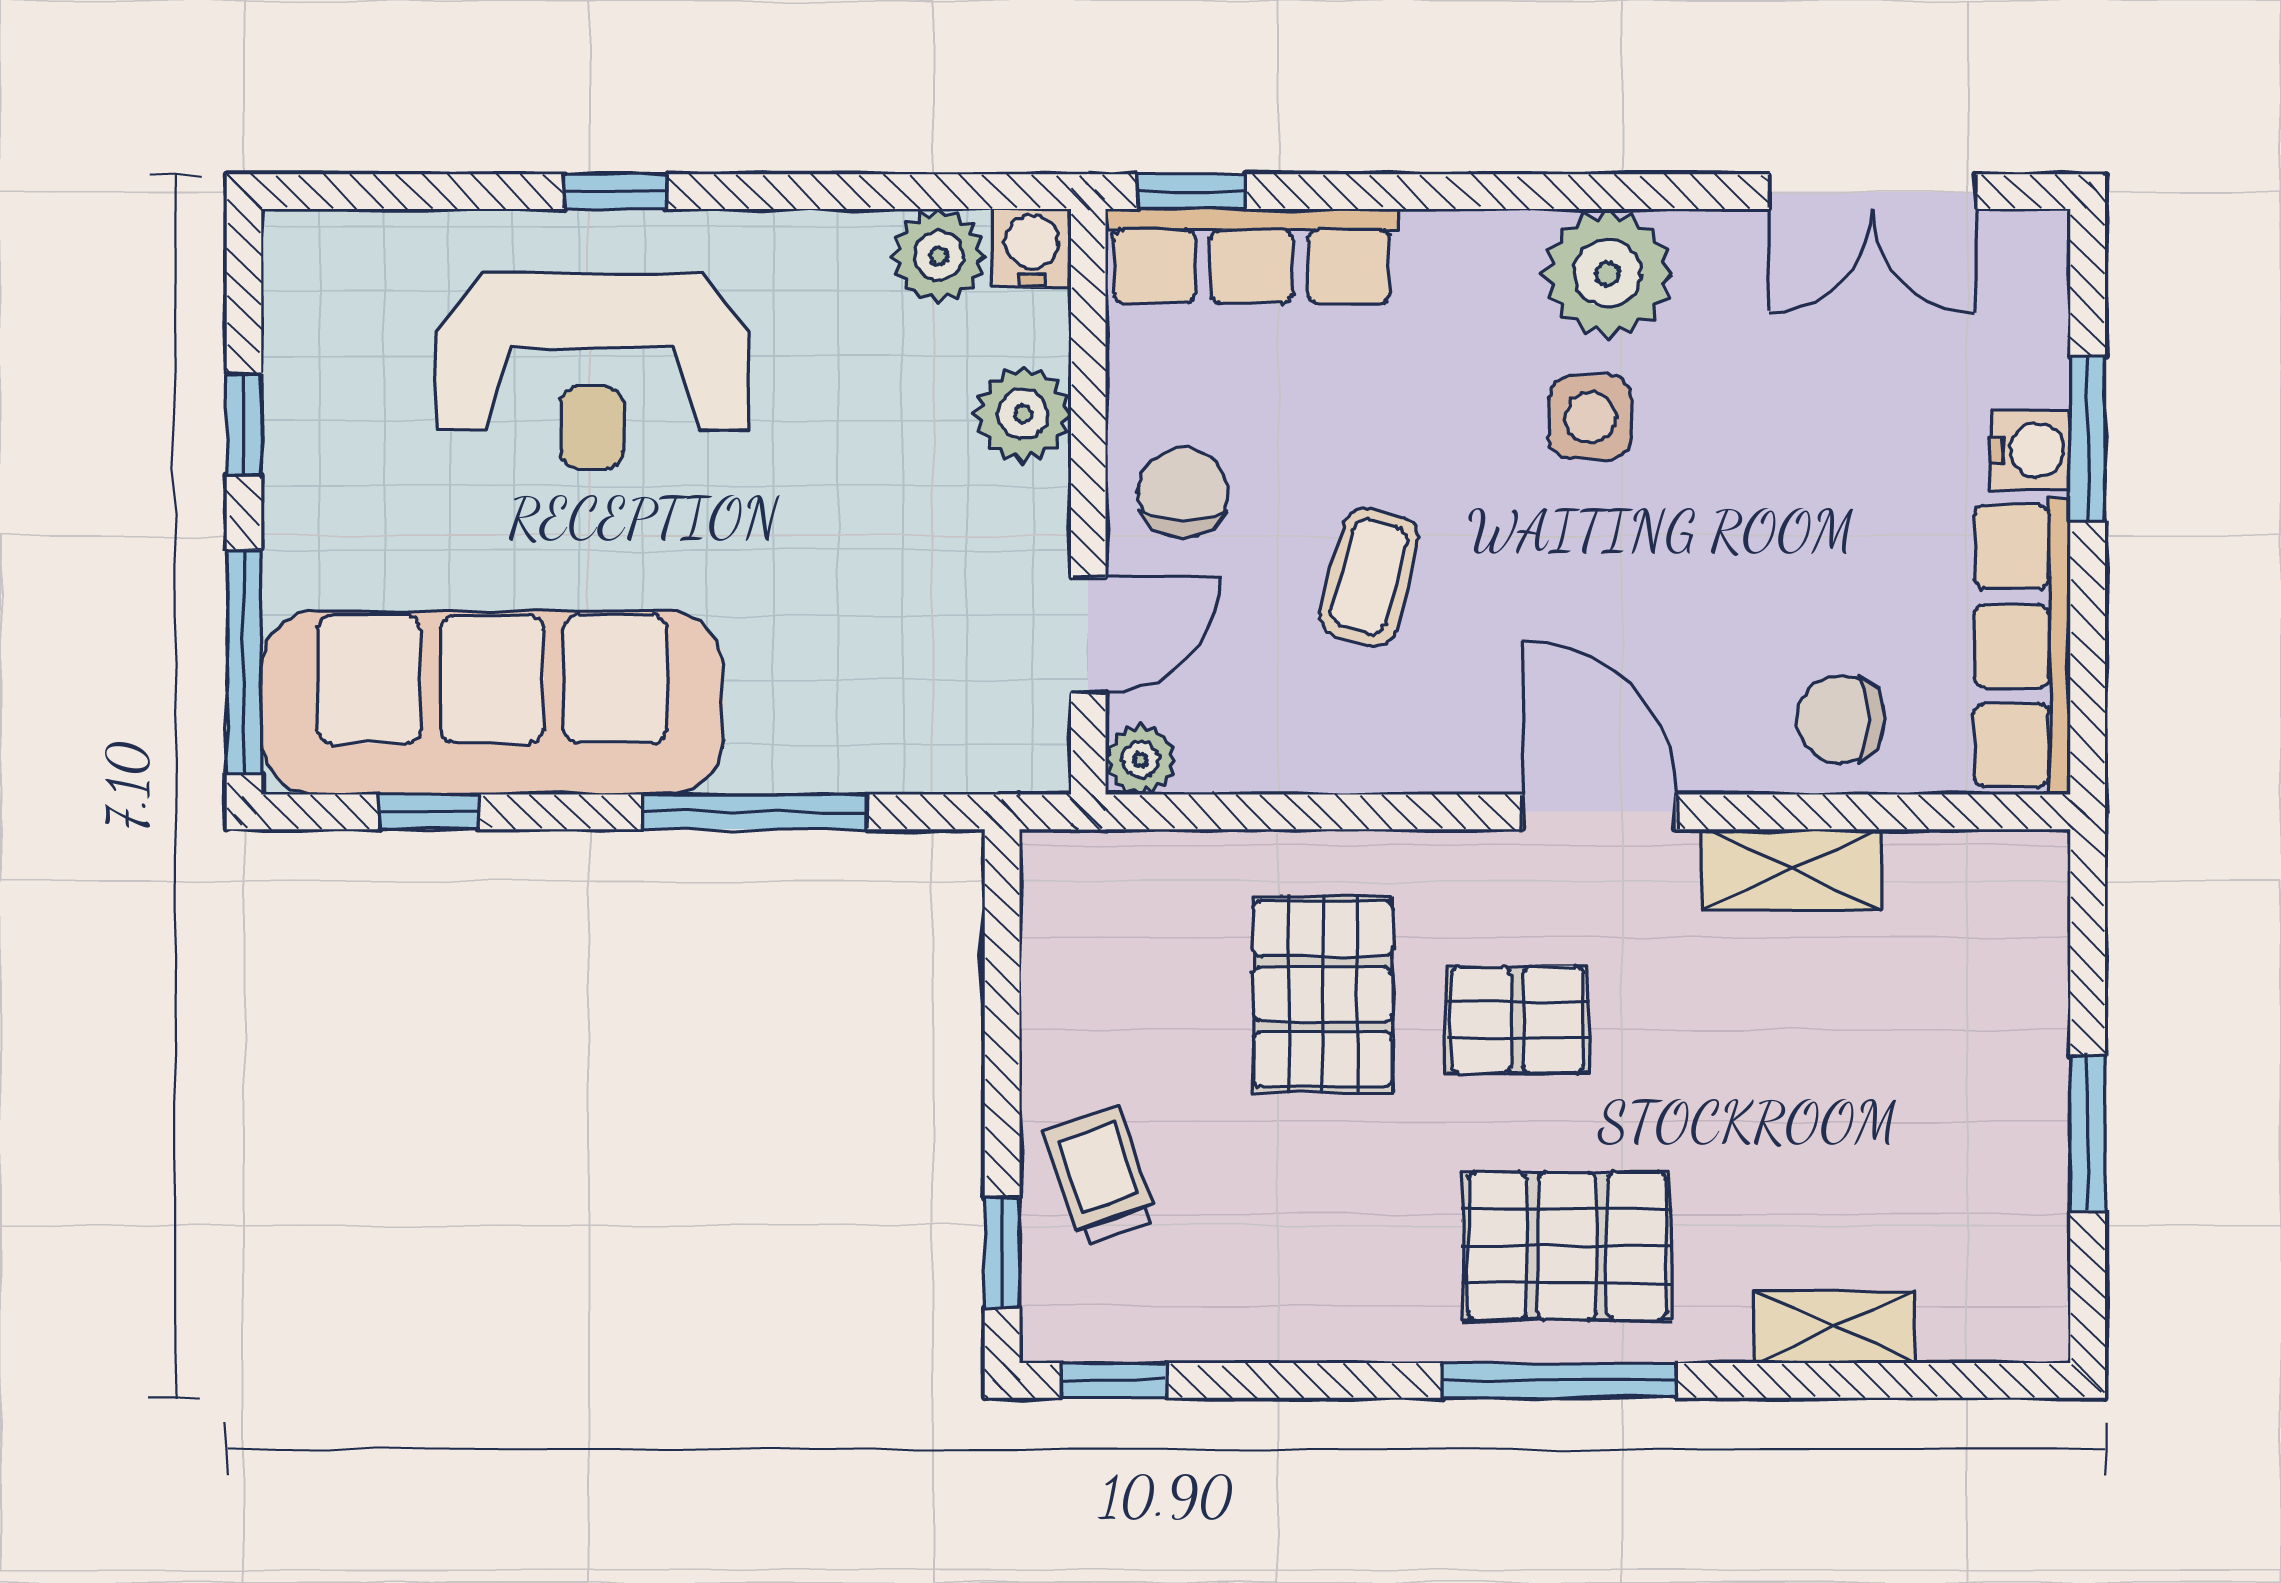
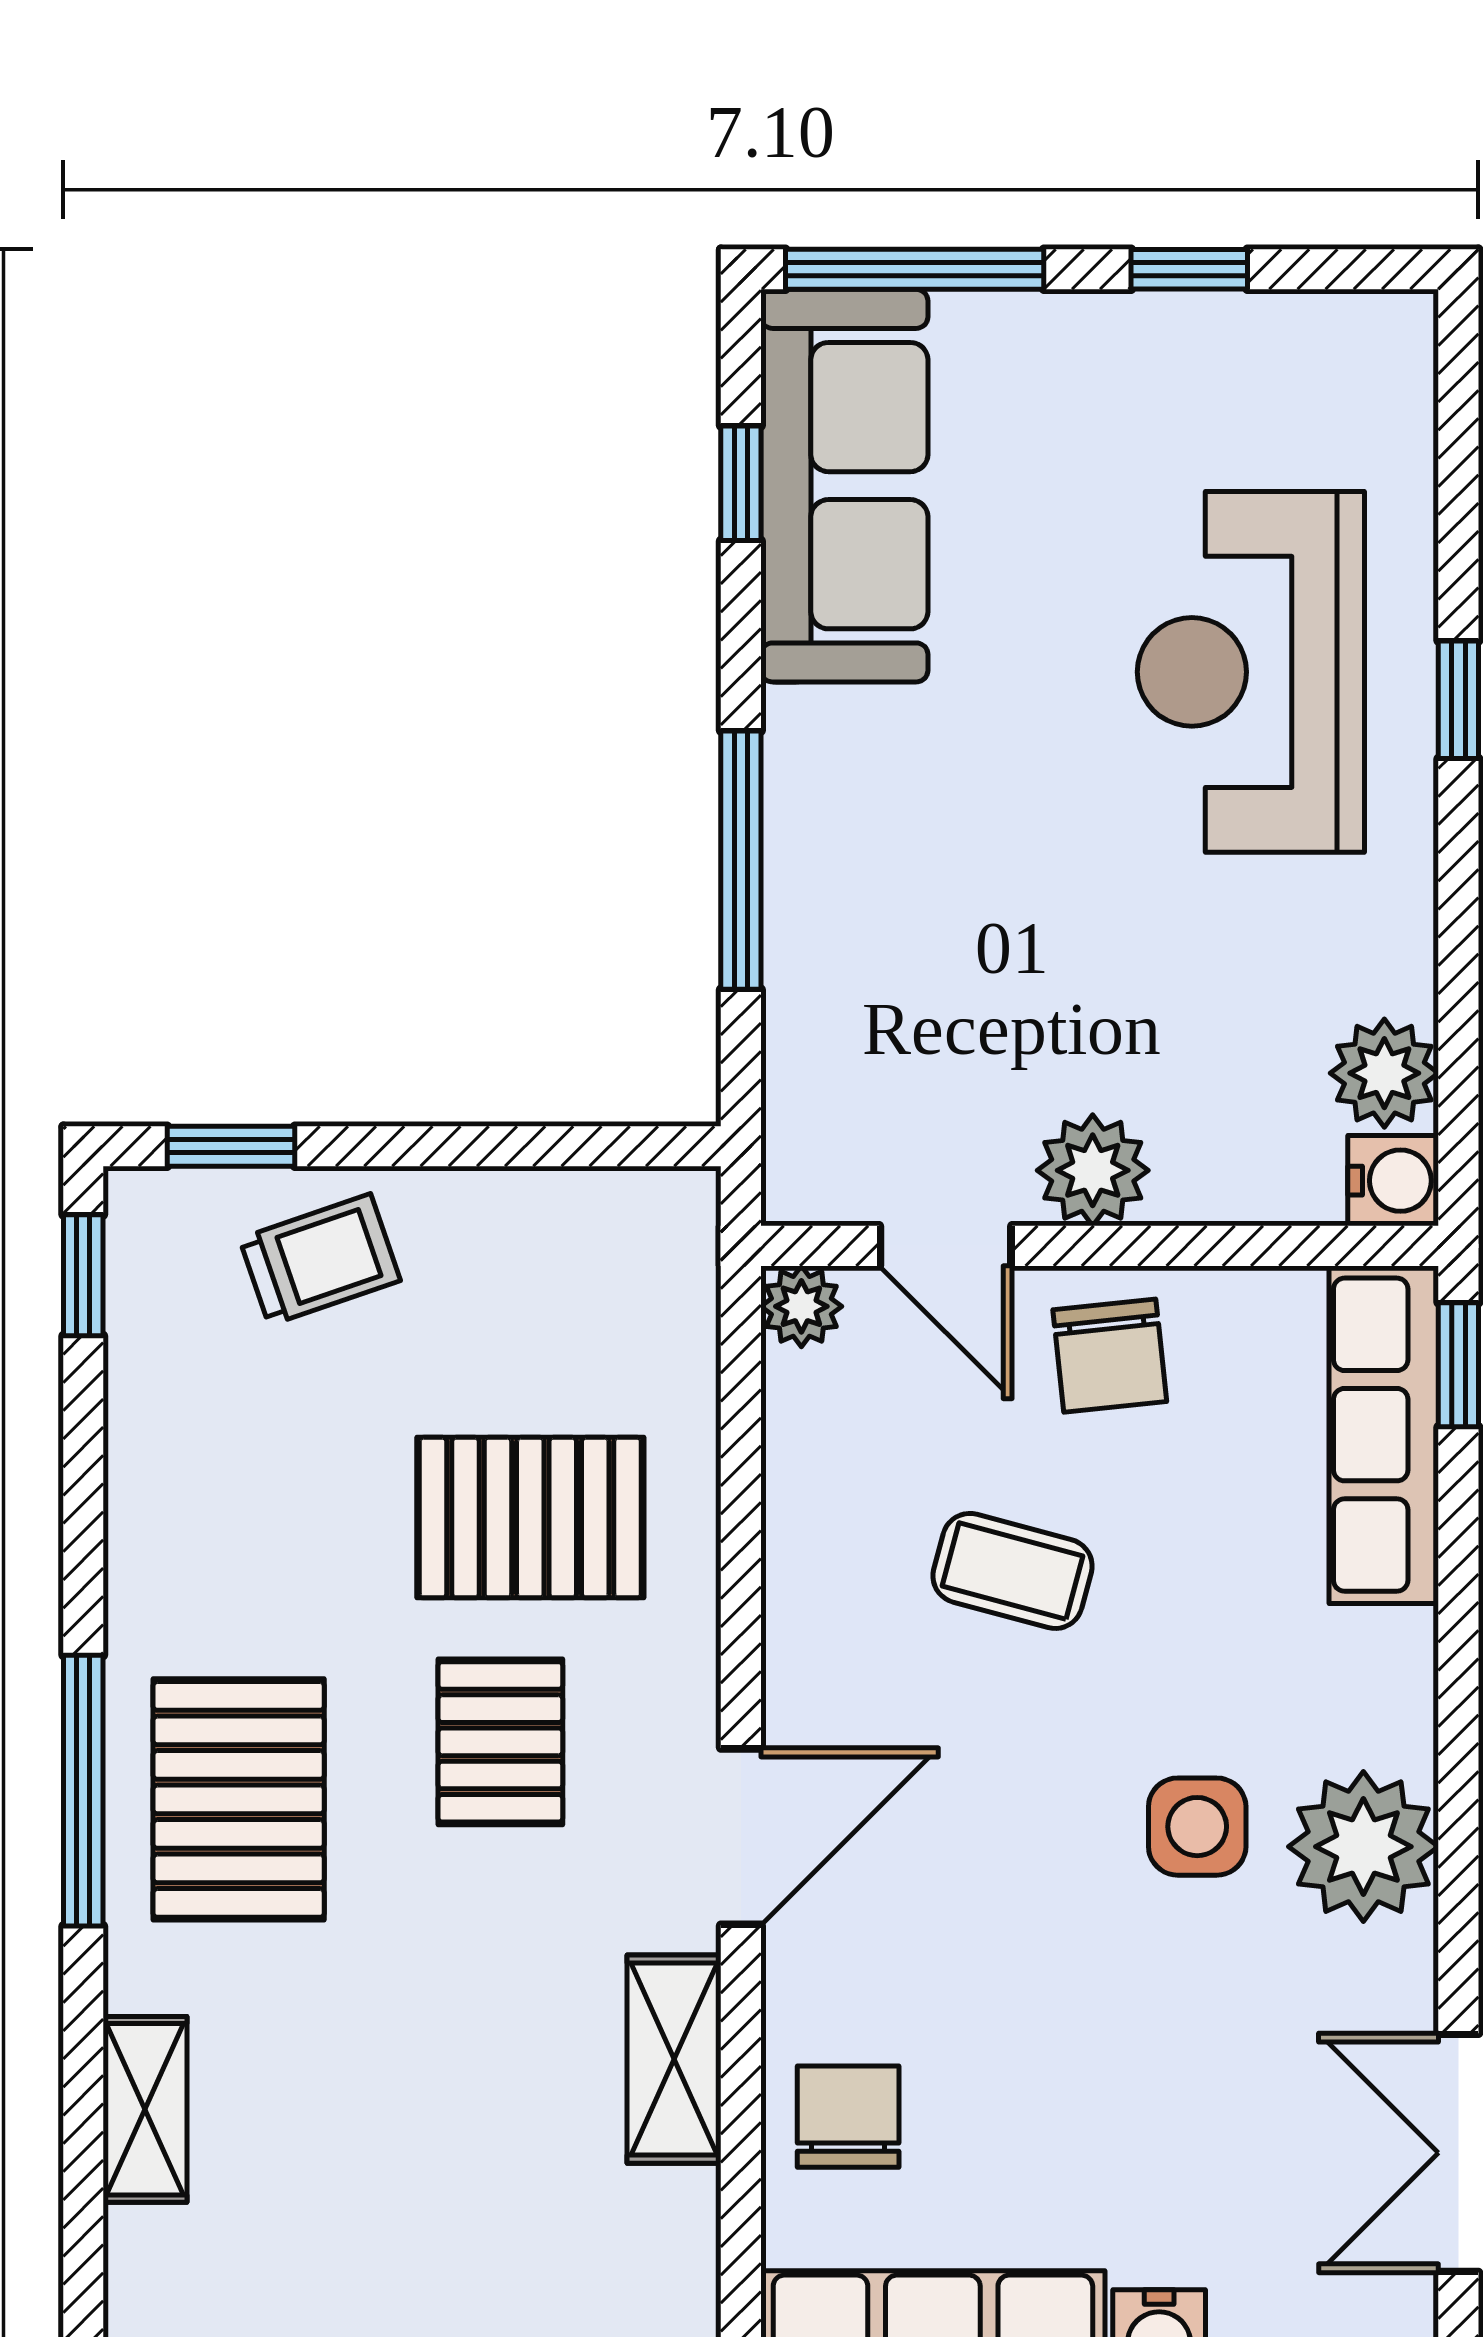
plant: (1023, 414) -> (1093, 1170), moved
chair: (1183, 493) -> (1110, 1356), turned 84
sofa: (492, 703) -> (844, 486), width x0.74, depth x0.79

